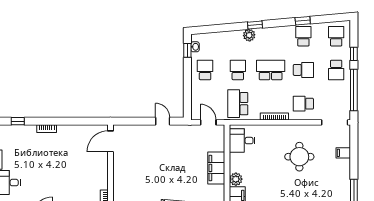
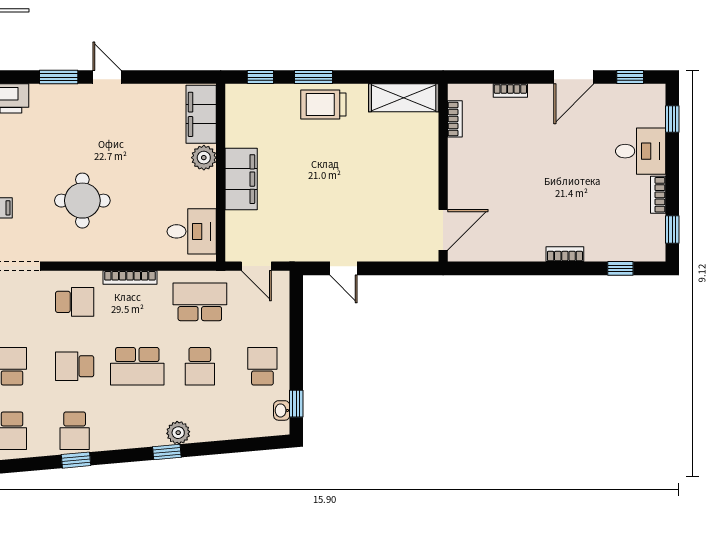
school desk: (205, 70) -> (262, 366), turned 180
school desk: (238, 104) -> (200, 302), turned -90

